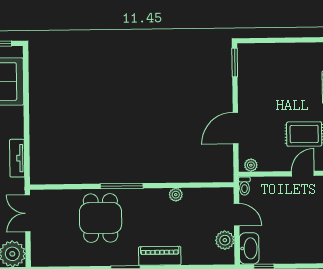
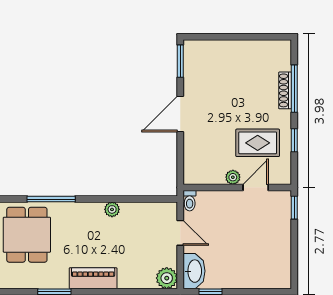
door: (236, 128) -> (180, 114), moved
plant: (251, 165) -> (233, 177), moved
plant: (225, 240) -> (167, 278), moved

